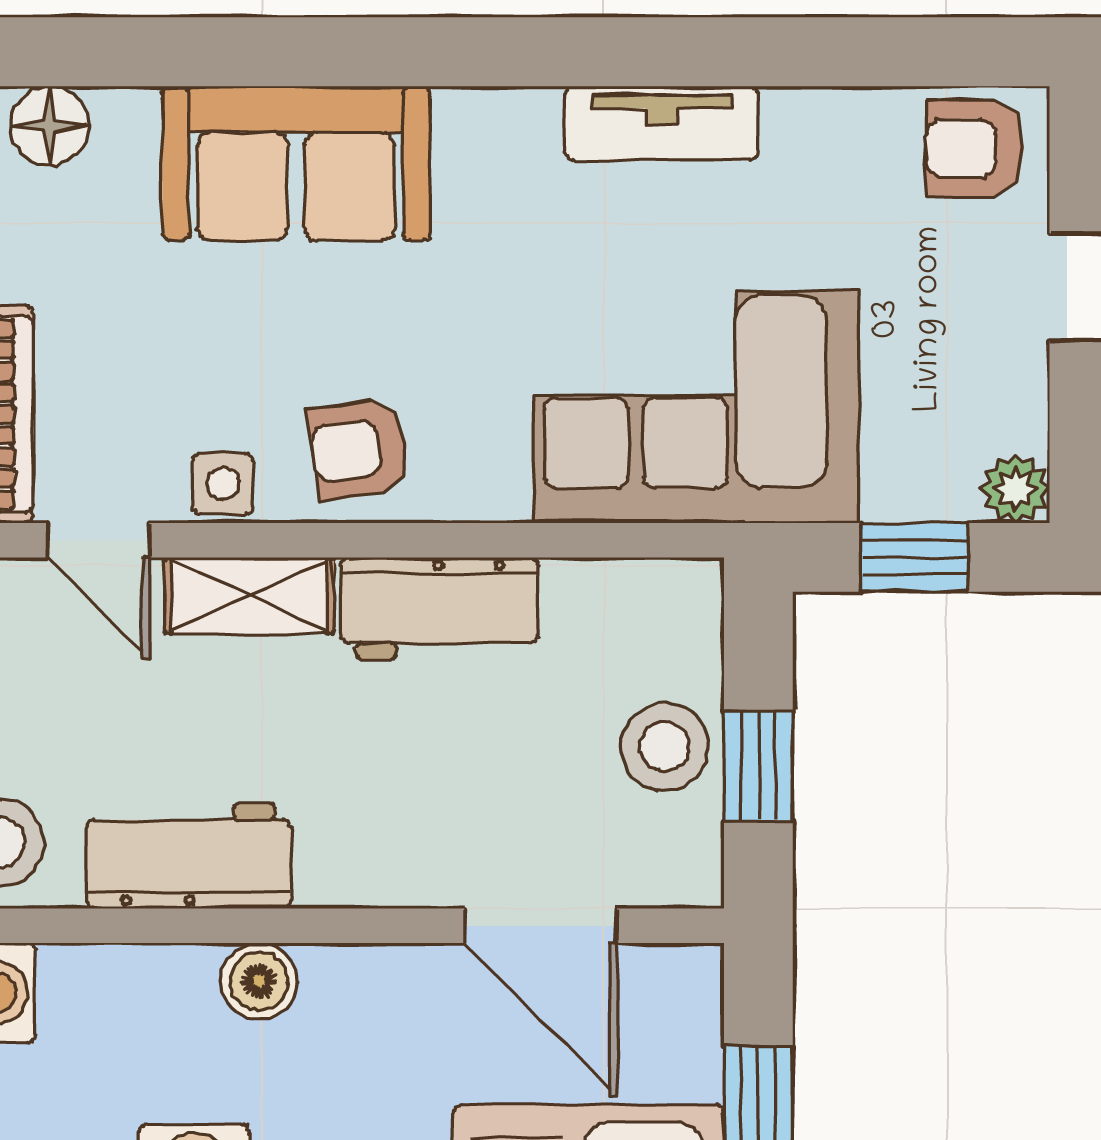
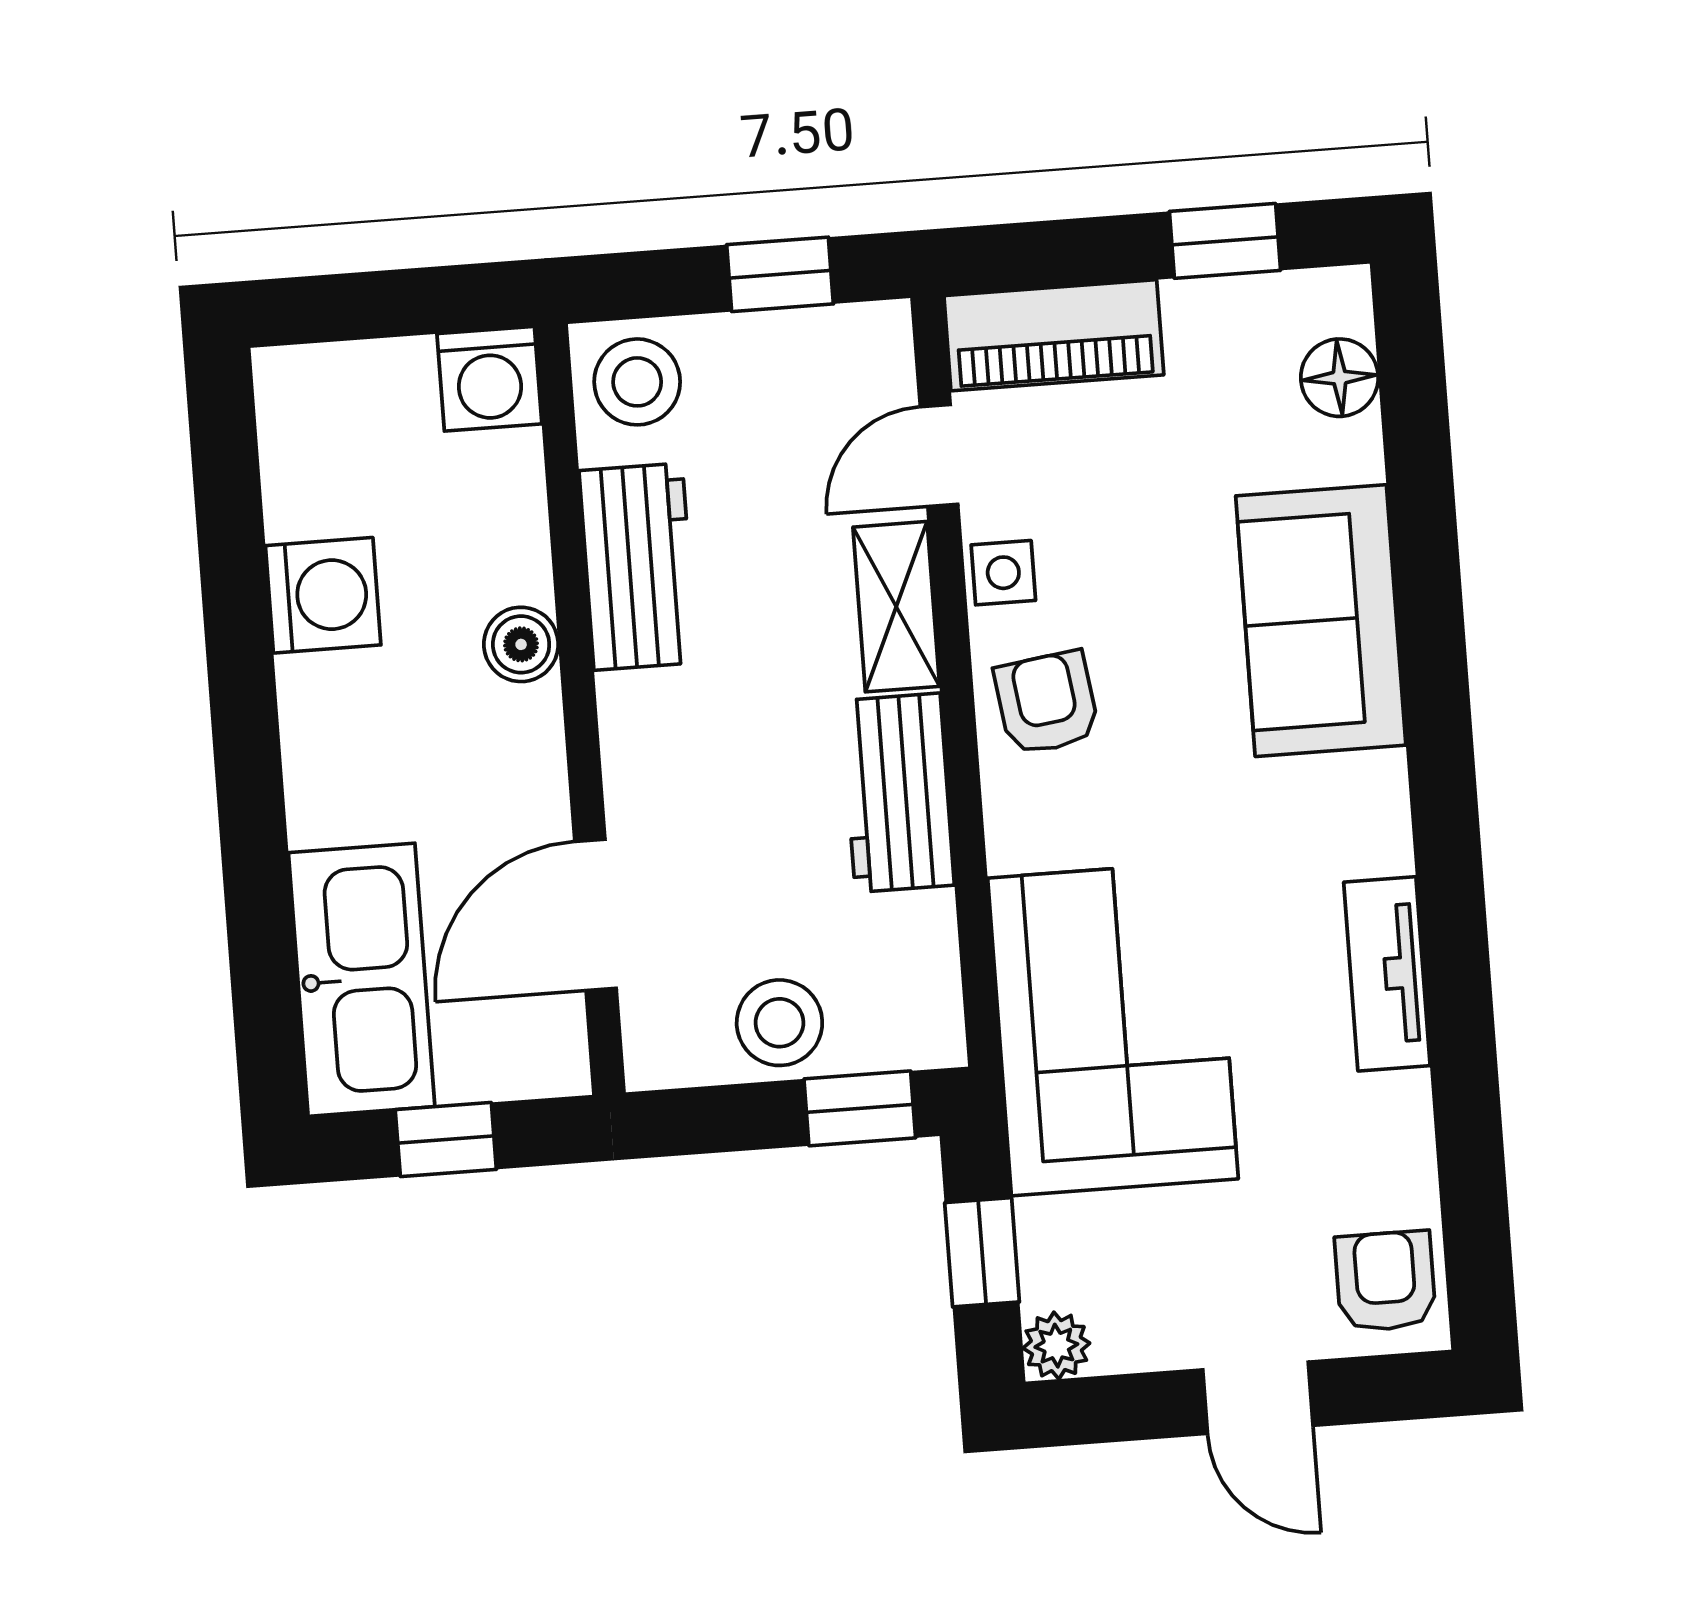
window: (758, 766) -> (860, 1108), moved

